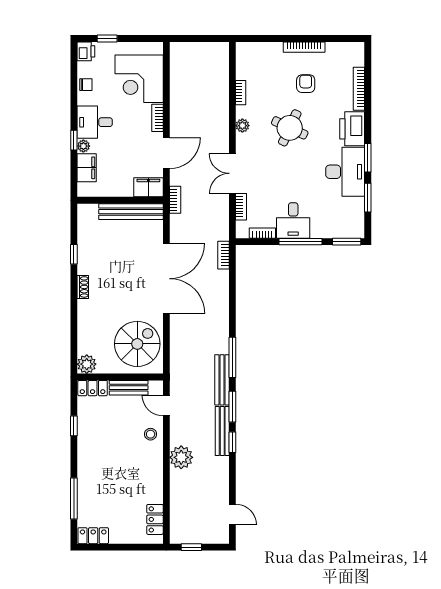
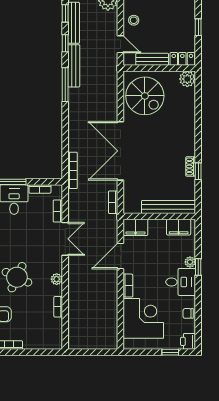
filing cabinet: (87, 168) -> (179, 227), moved, turned -90
bookcase: (175, 200) -> (113, 202), moved
bench: (131, 212) -> (168, 207), moved
bookcase: (223, 255) -> (73, 170), width x1.56
shoe rack: (83, 287) -> (191, 167), moved
spiral stairs: (137, 344) -> (145, 96), turned -90
window: (232, 407) -> (65, 43), width x0.67

